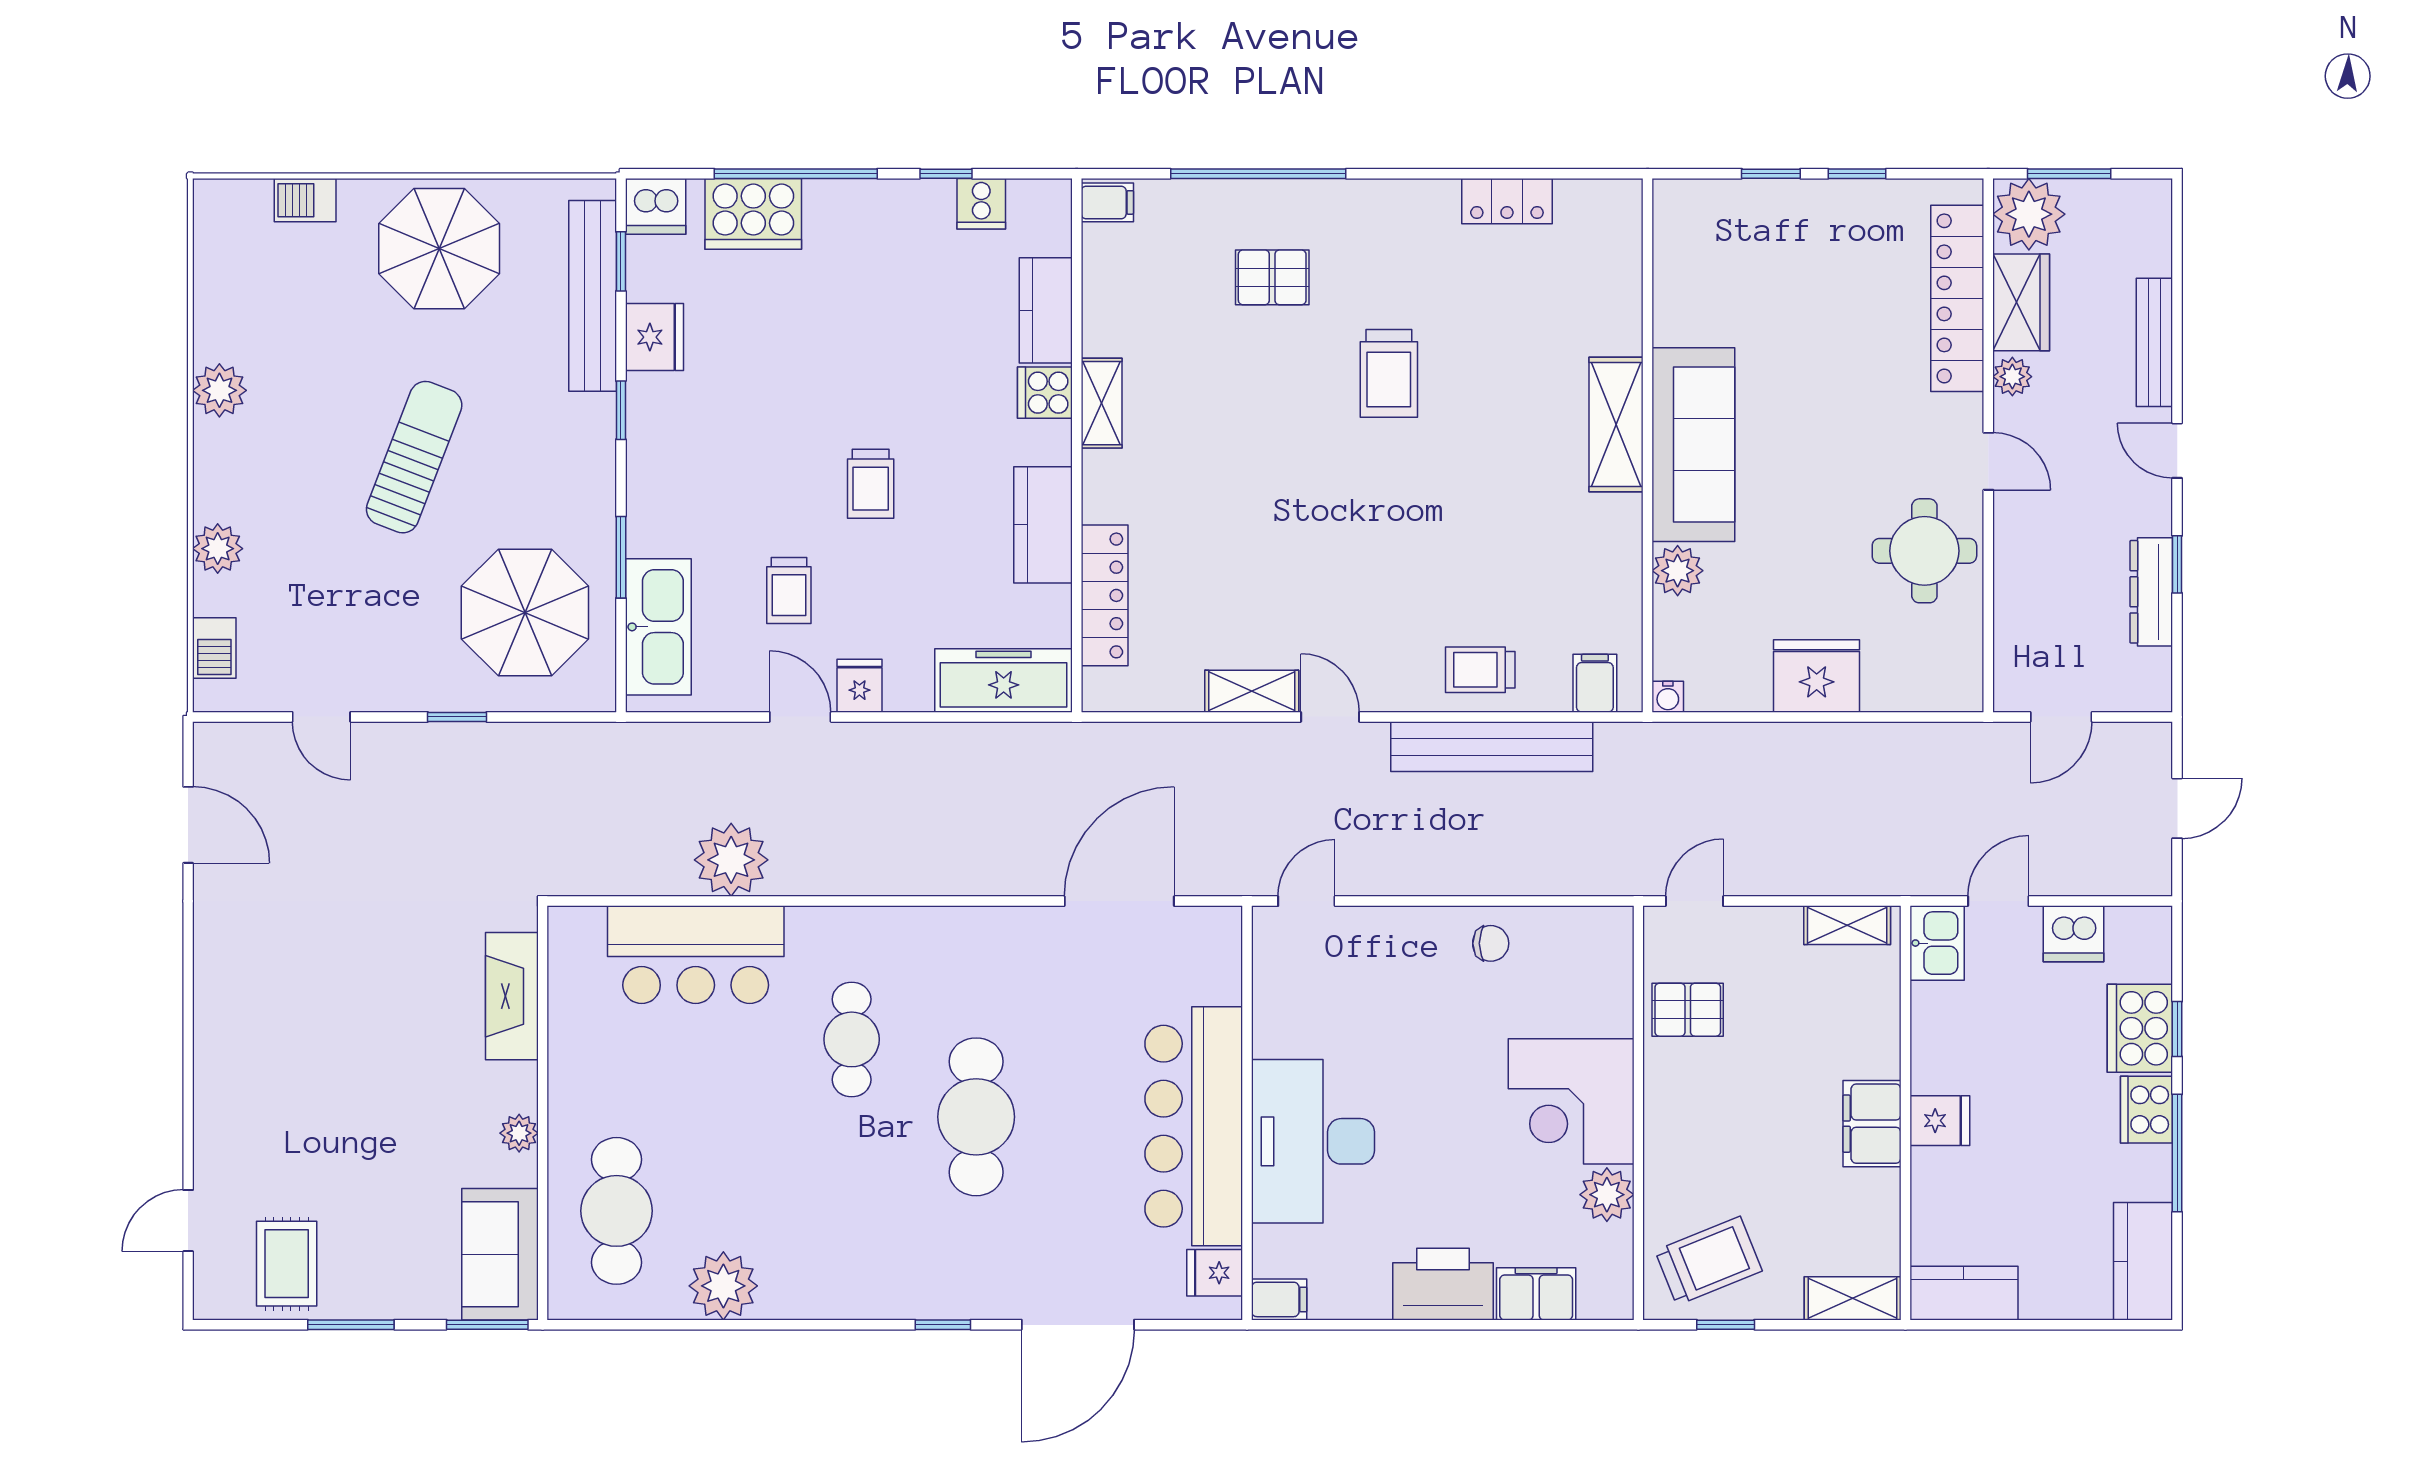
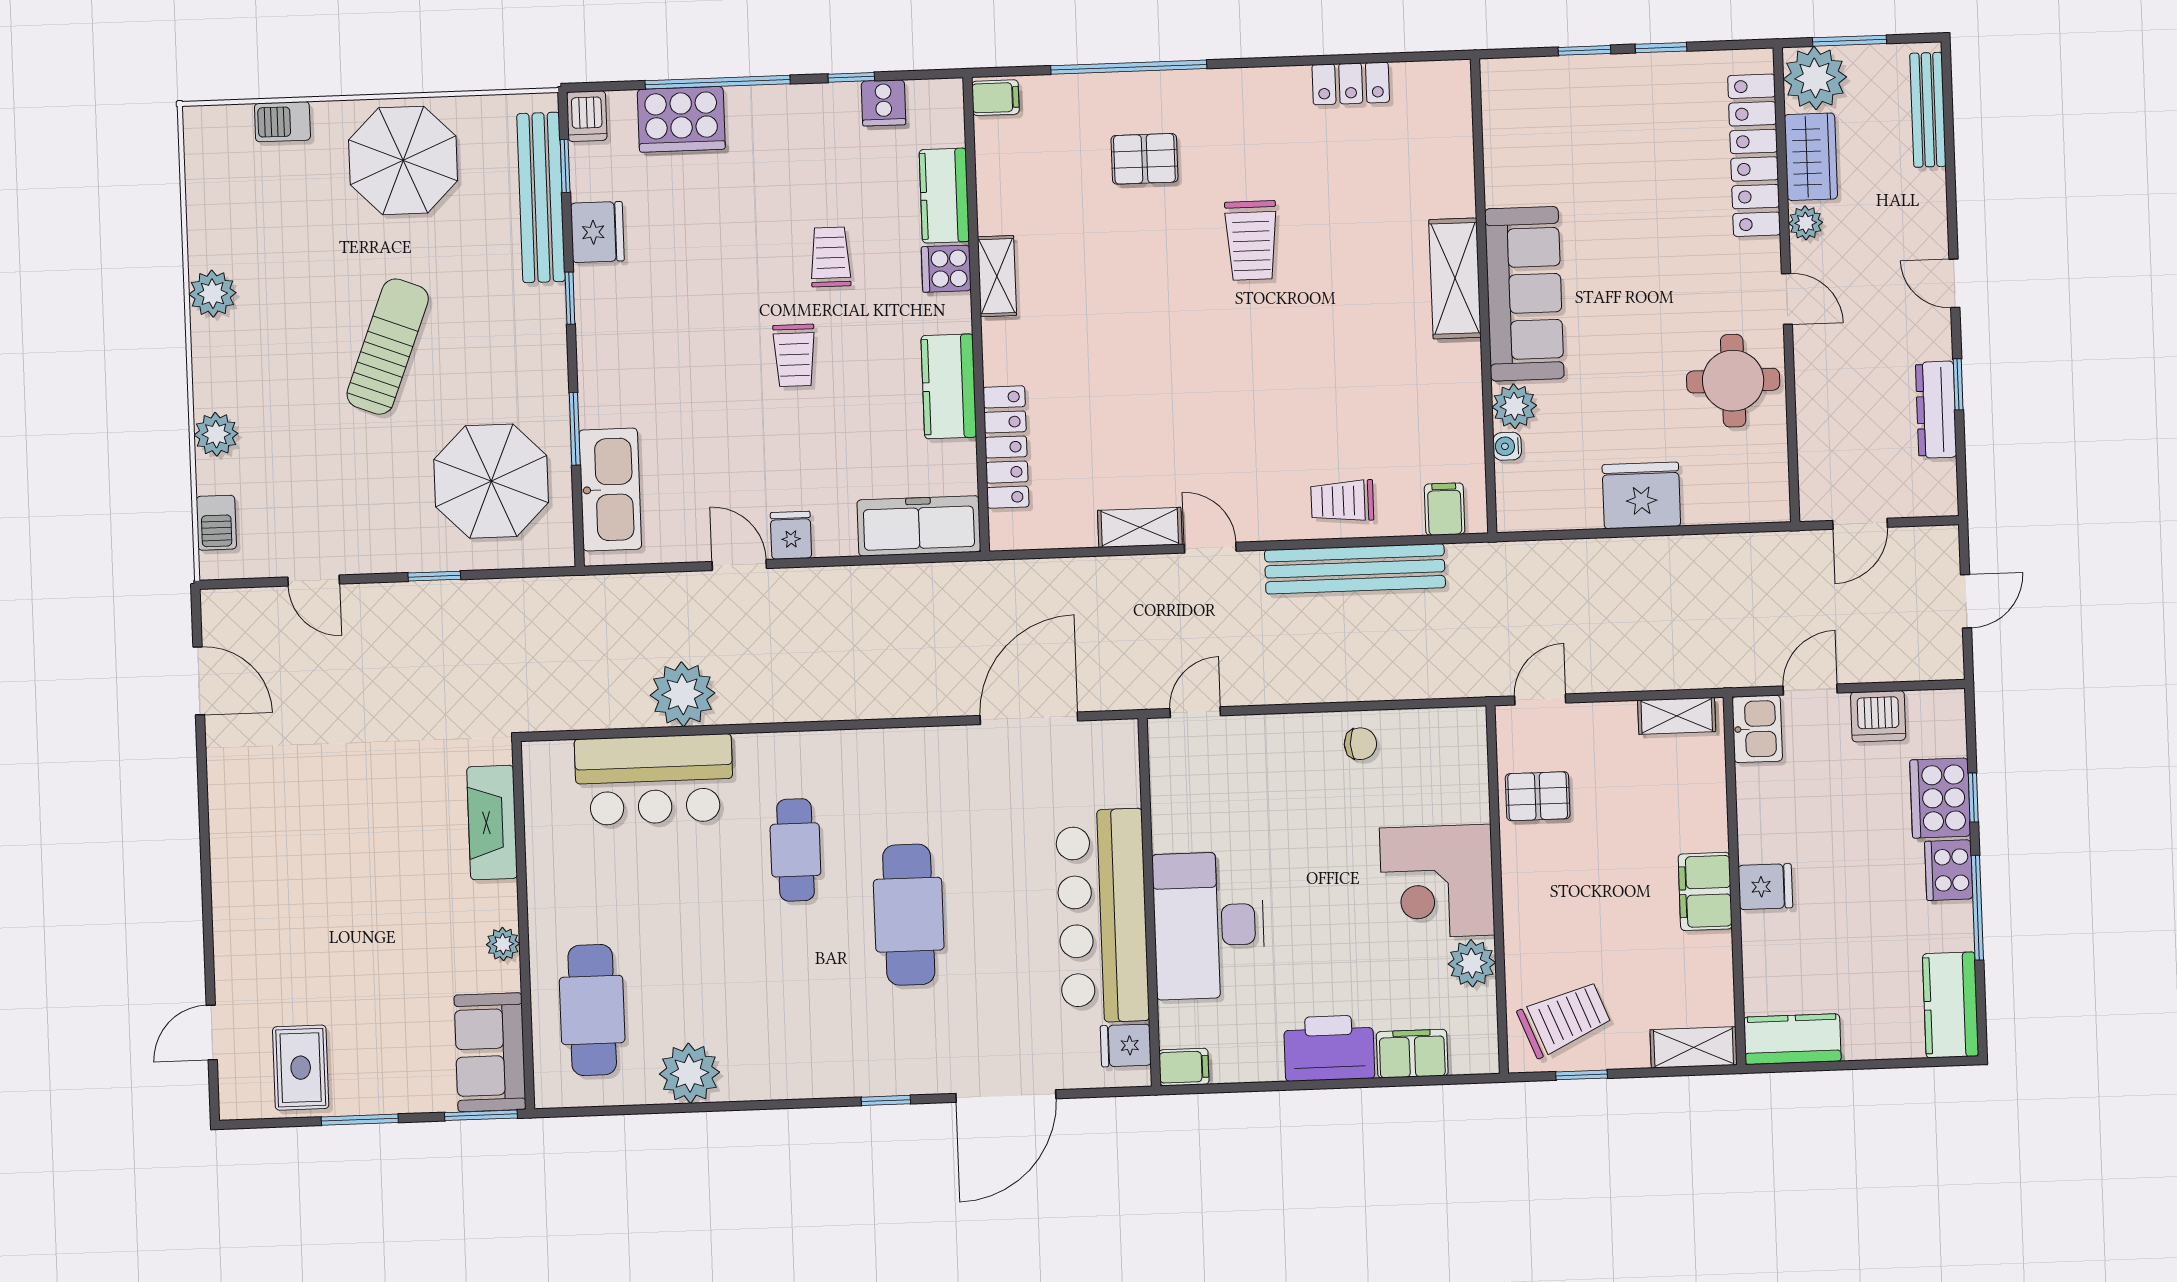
dishwasher: (656, 206) -> (587, 116), width x0.73
bench: (2154, 342) -> (1928, 110), moved
trolley: (789, 591) -> (830, 257), moved, turned 180
water cooler: (1668, 697) -> (1507, 446), moved, turned 90

